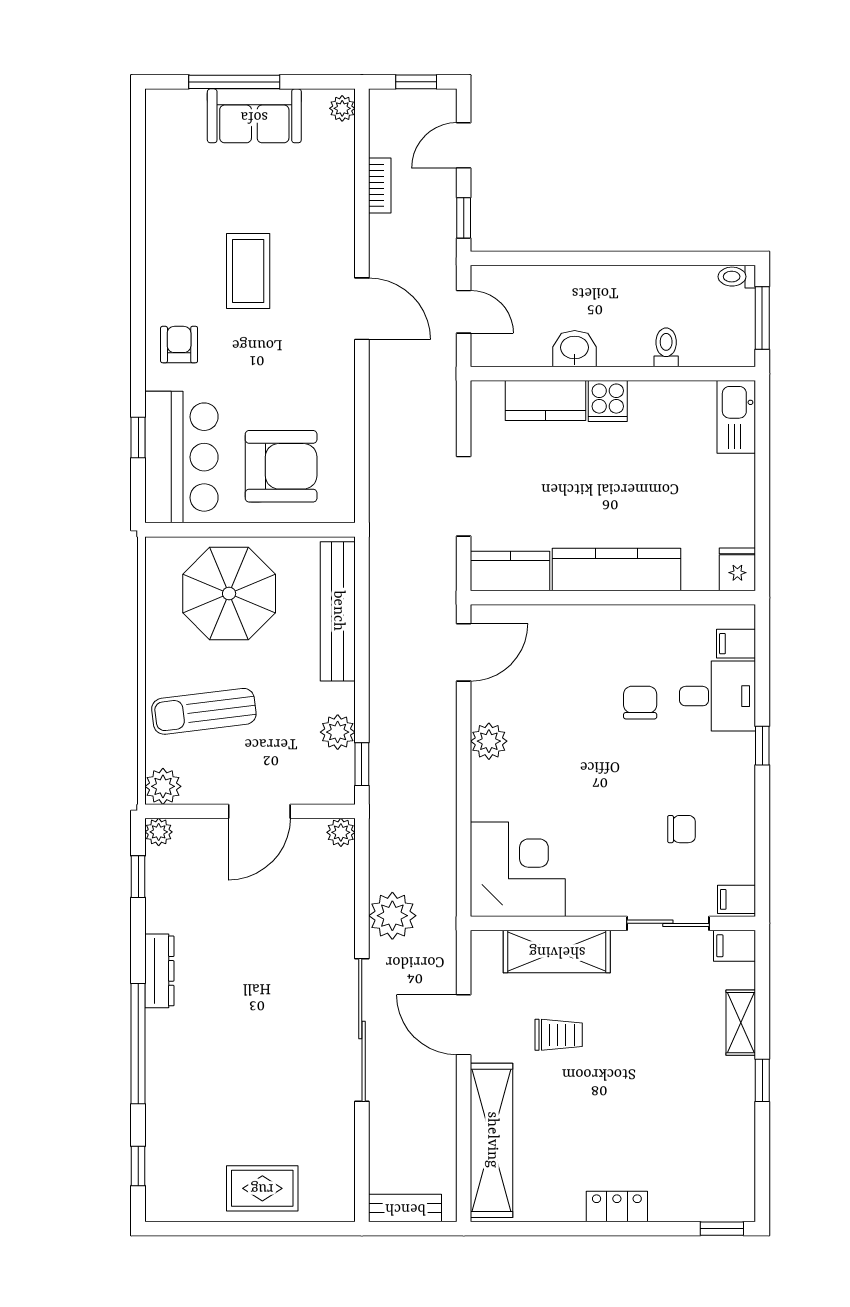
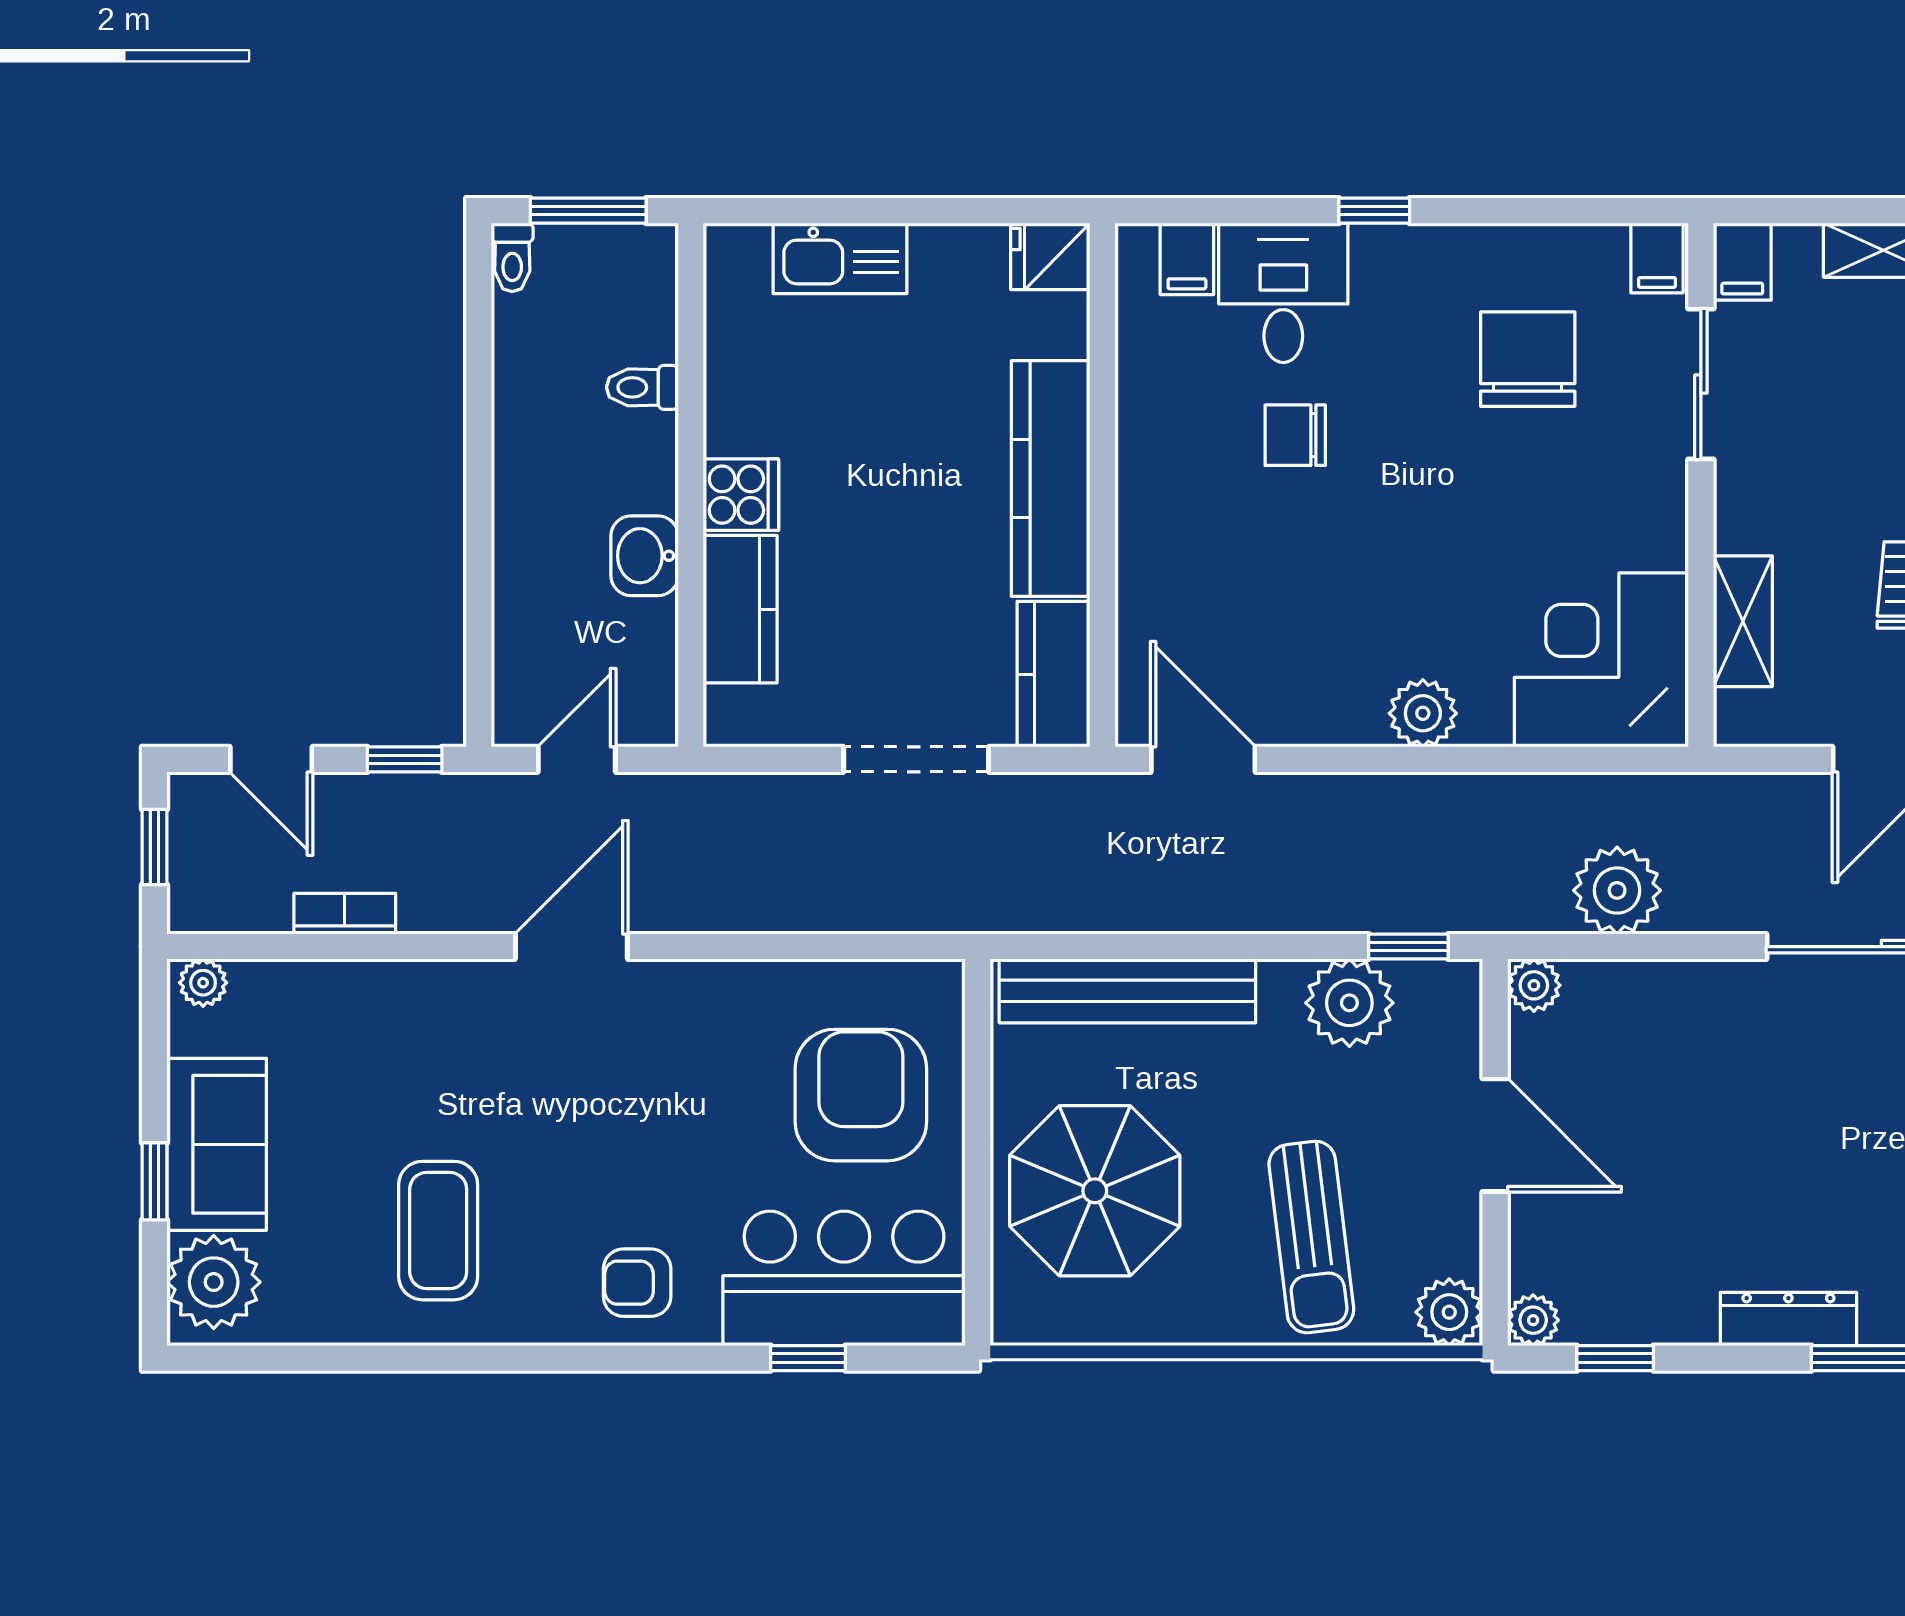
window: (234, 82) -> (154, 1181), width x0.46
plant: (179, 114) -> (214, 1282), added
coffee table: (248, 271) -> (438, 1231), moved, turned 90
kitchen sink: (736, 417) -> (840, 258), moved
plant: (338, 732) -> (1349, 1003), width x1.36, depth x1.36
plant: (489, 741) -> (1423, 713), moved
chair: (682, 829) -> (1528, 359), width x1.87, depth x1.87
plant: (392, 916) -> (1617, 890), moved
shelving: (557, 951) -> (1743, 621), width x0.67, depth x0.75

